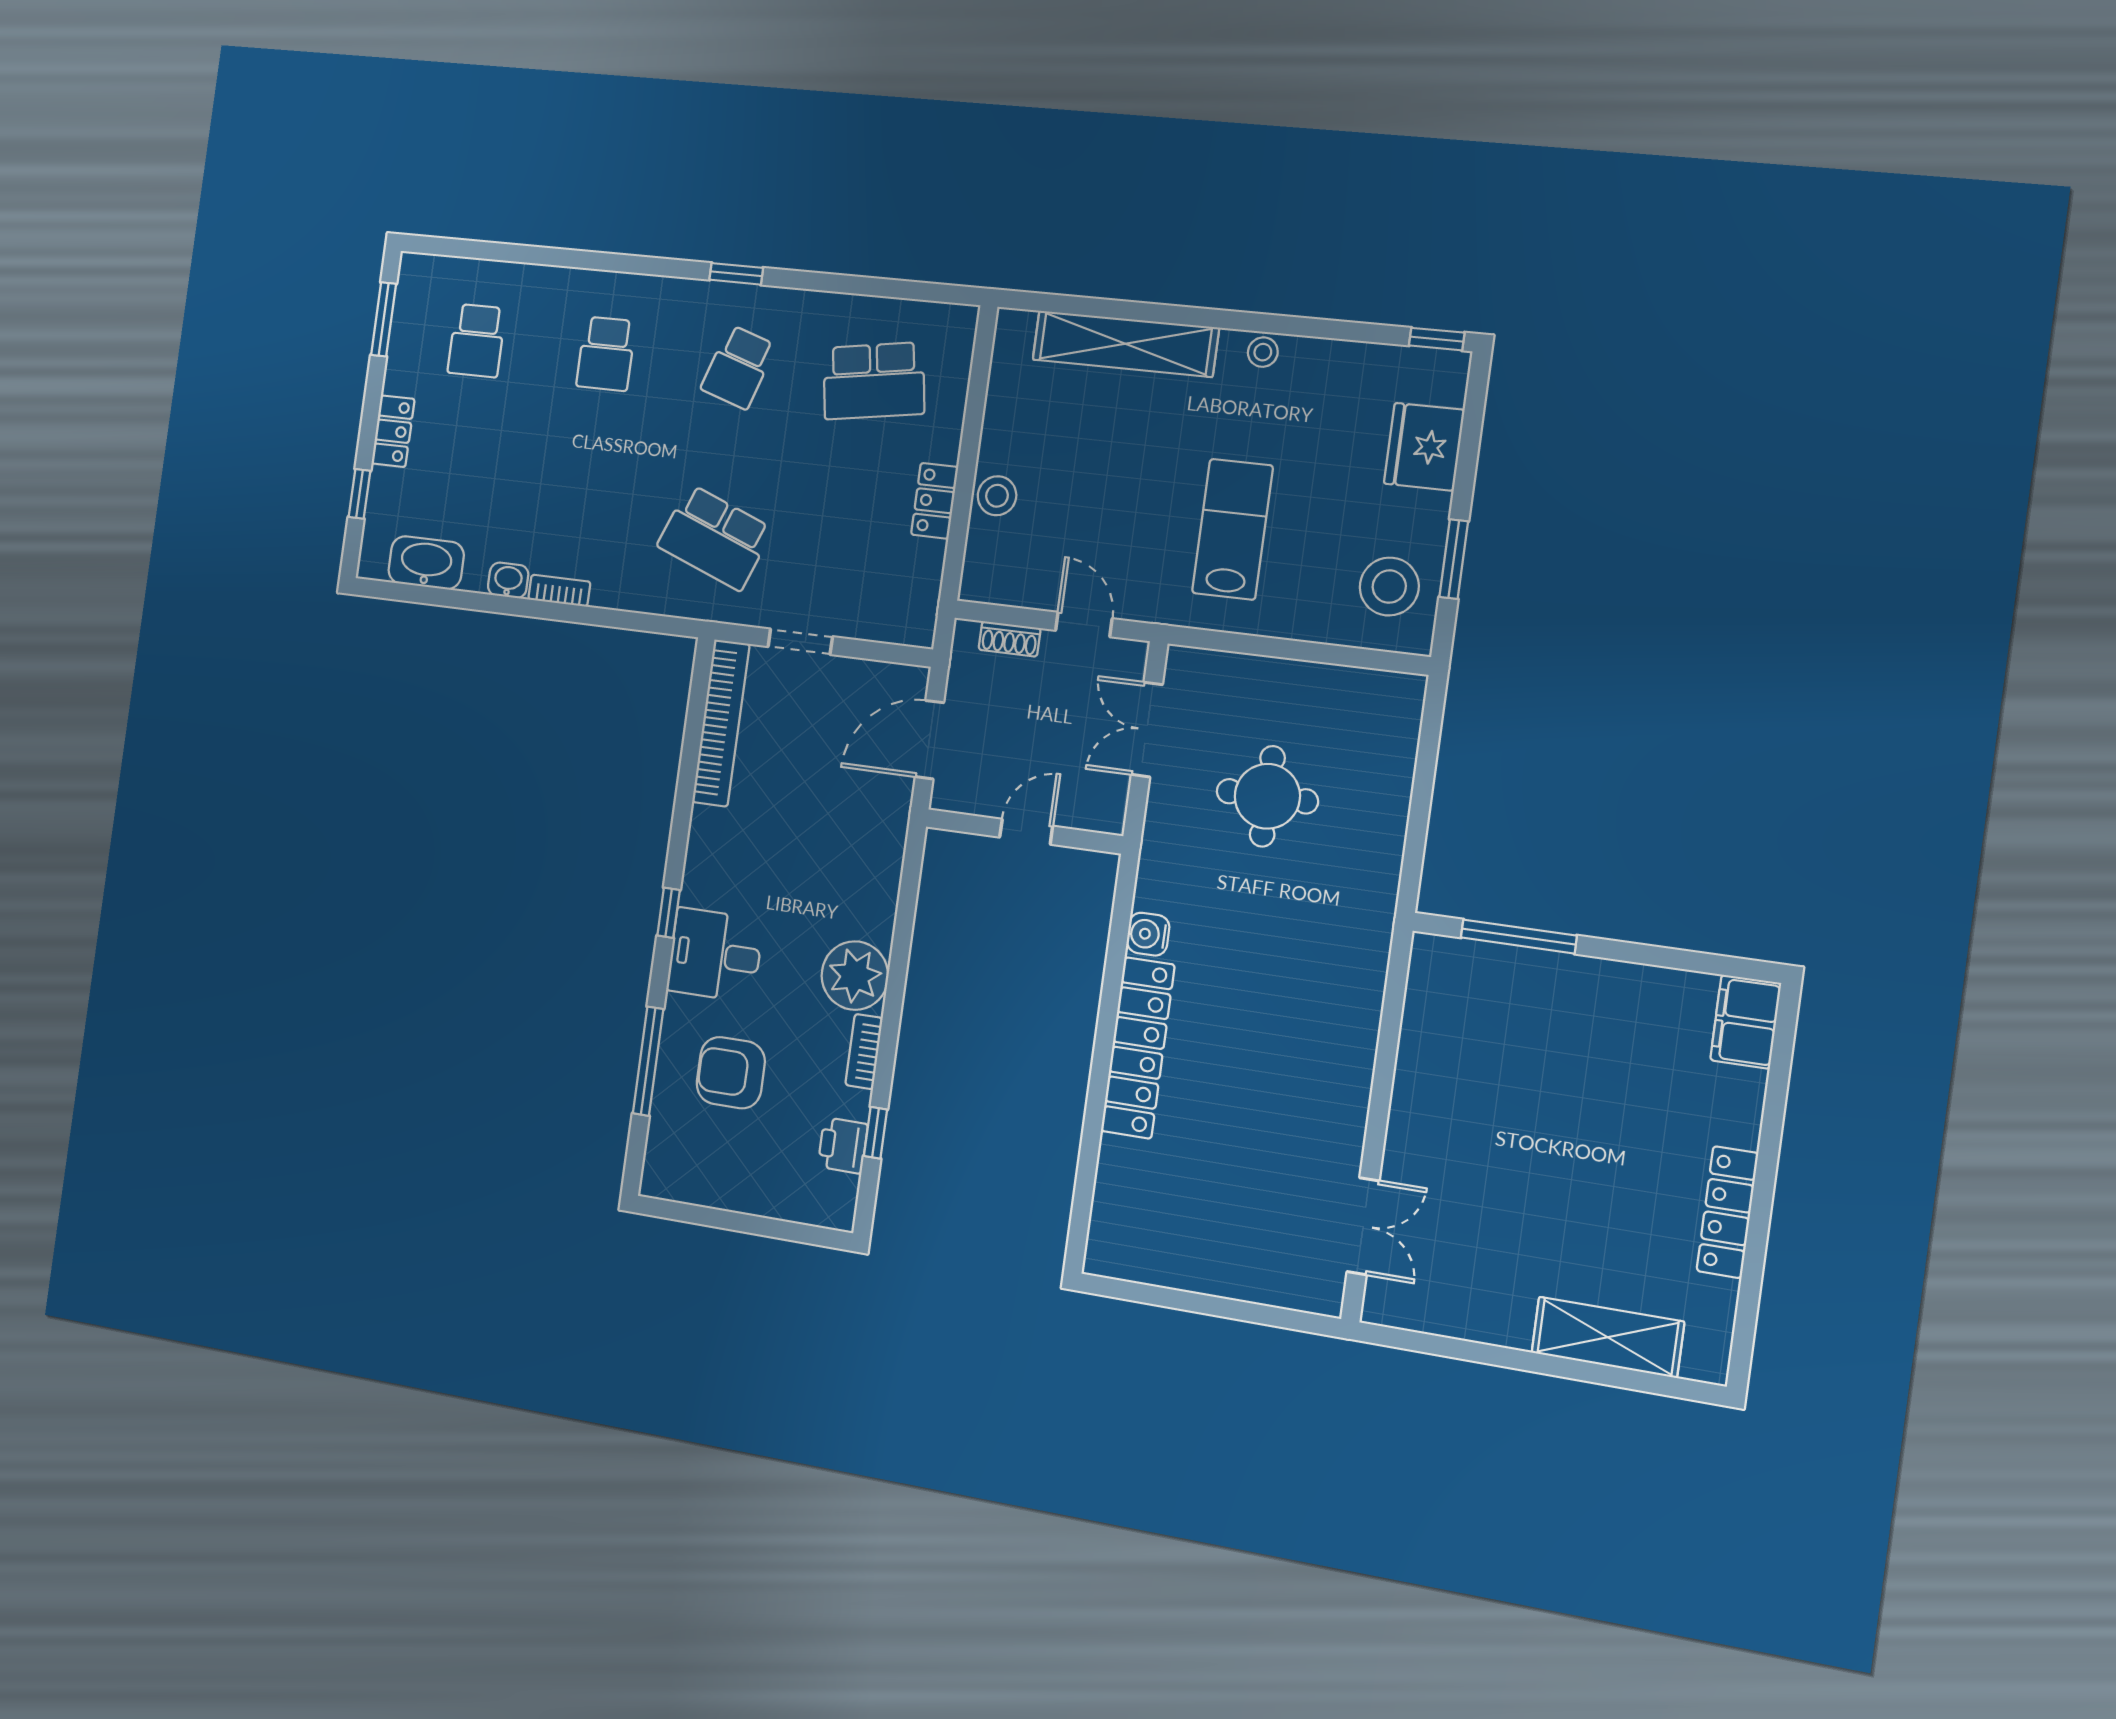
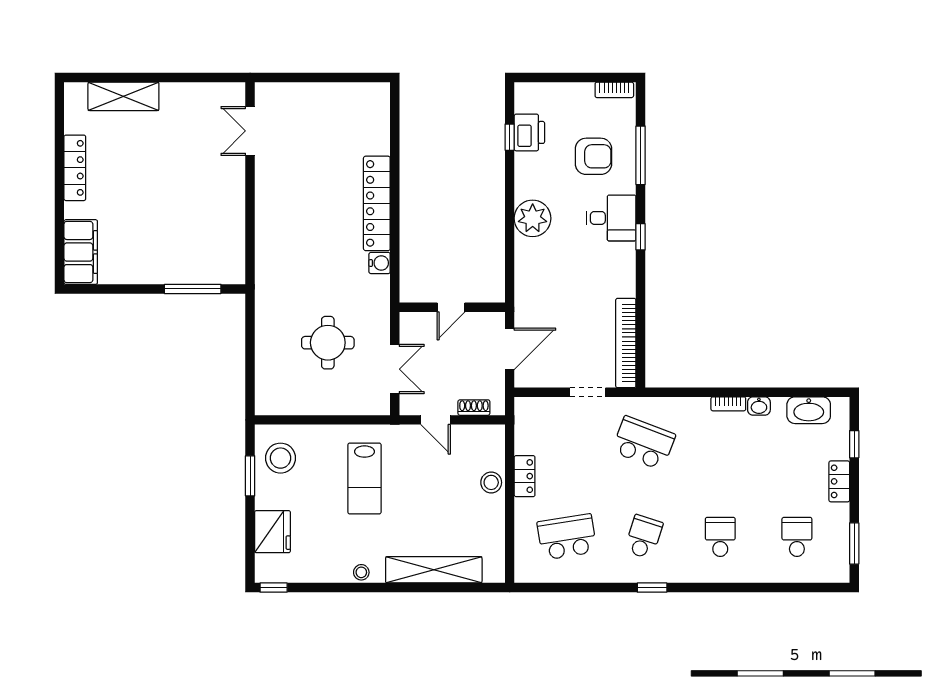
filing cabinet: (1746, 1022) -> (81, 252), width x1.50, depth x1.17
bookcase: (864, 1052) -> (614, 90), moved, turned 90
printer: (843, 1145) -> (529, 132), width x1.36, depth x1.24

